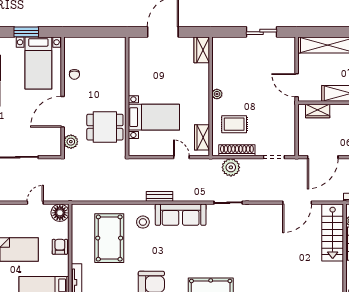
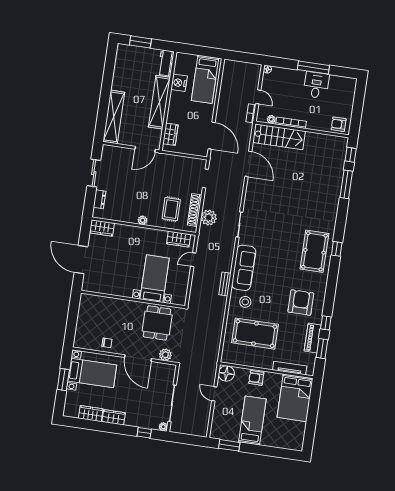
dresser: (233, 43) -> (100, 199), added

